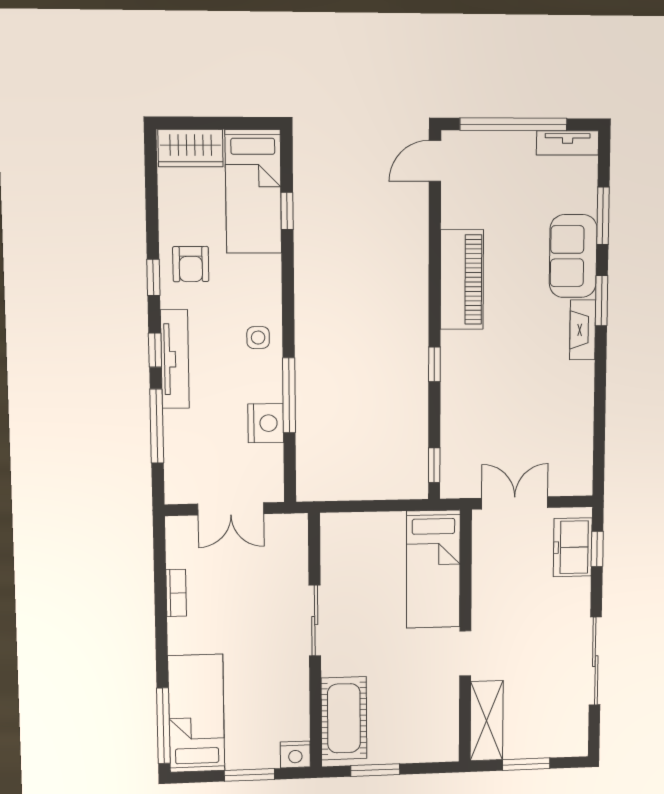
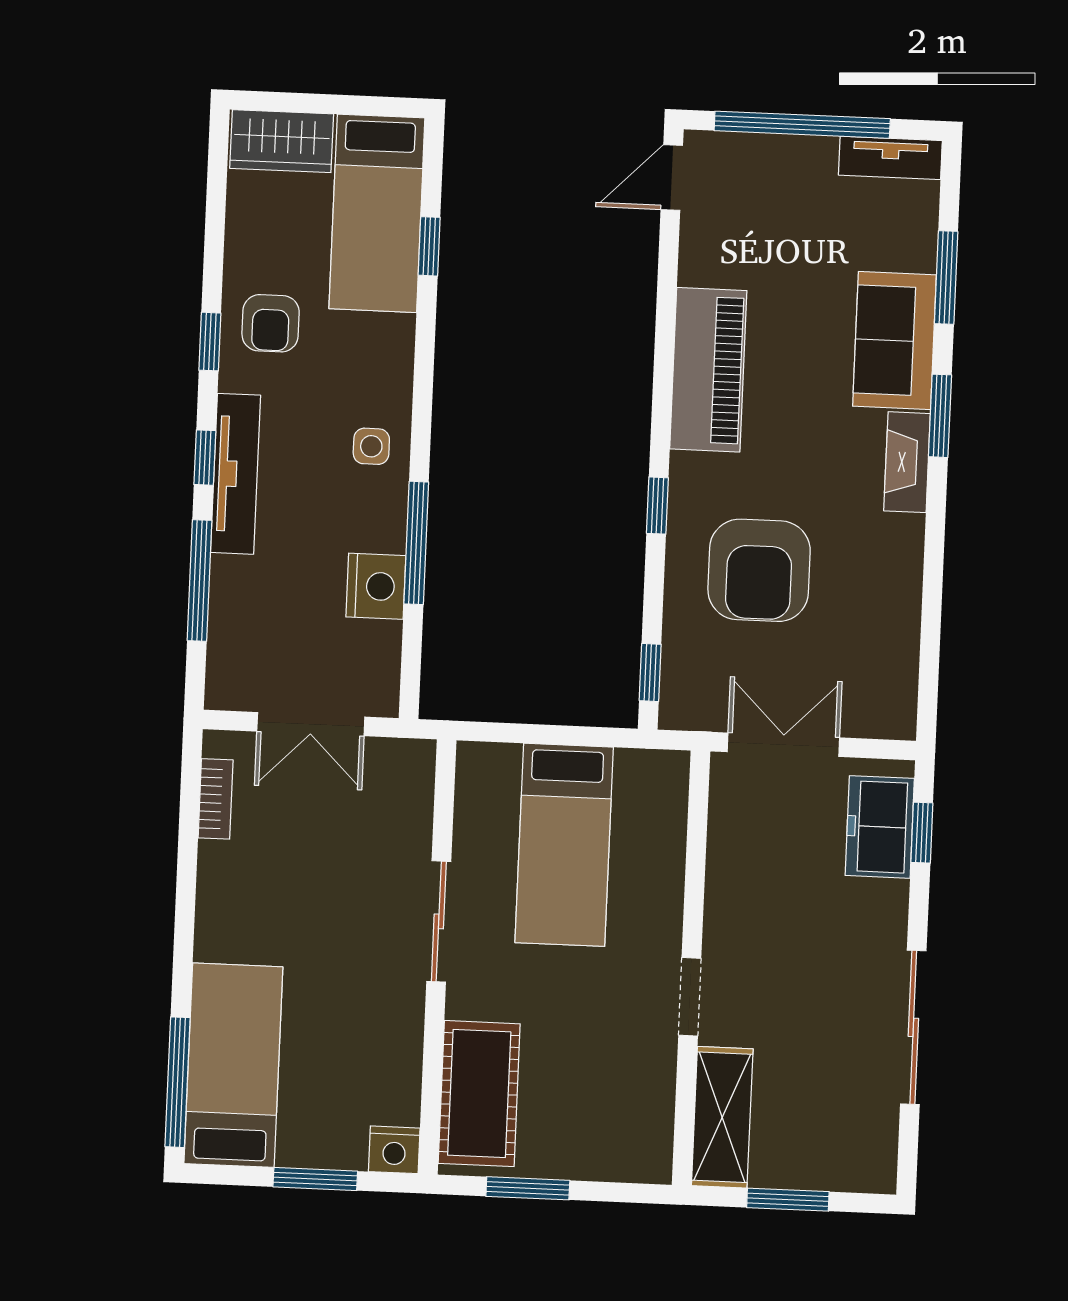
armchair: (497, 400) -> (759, 570), added
bed: (433, 569) -> (564, 845), moved
bookcase: (176, 593) -> (216, 799), moved

